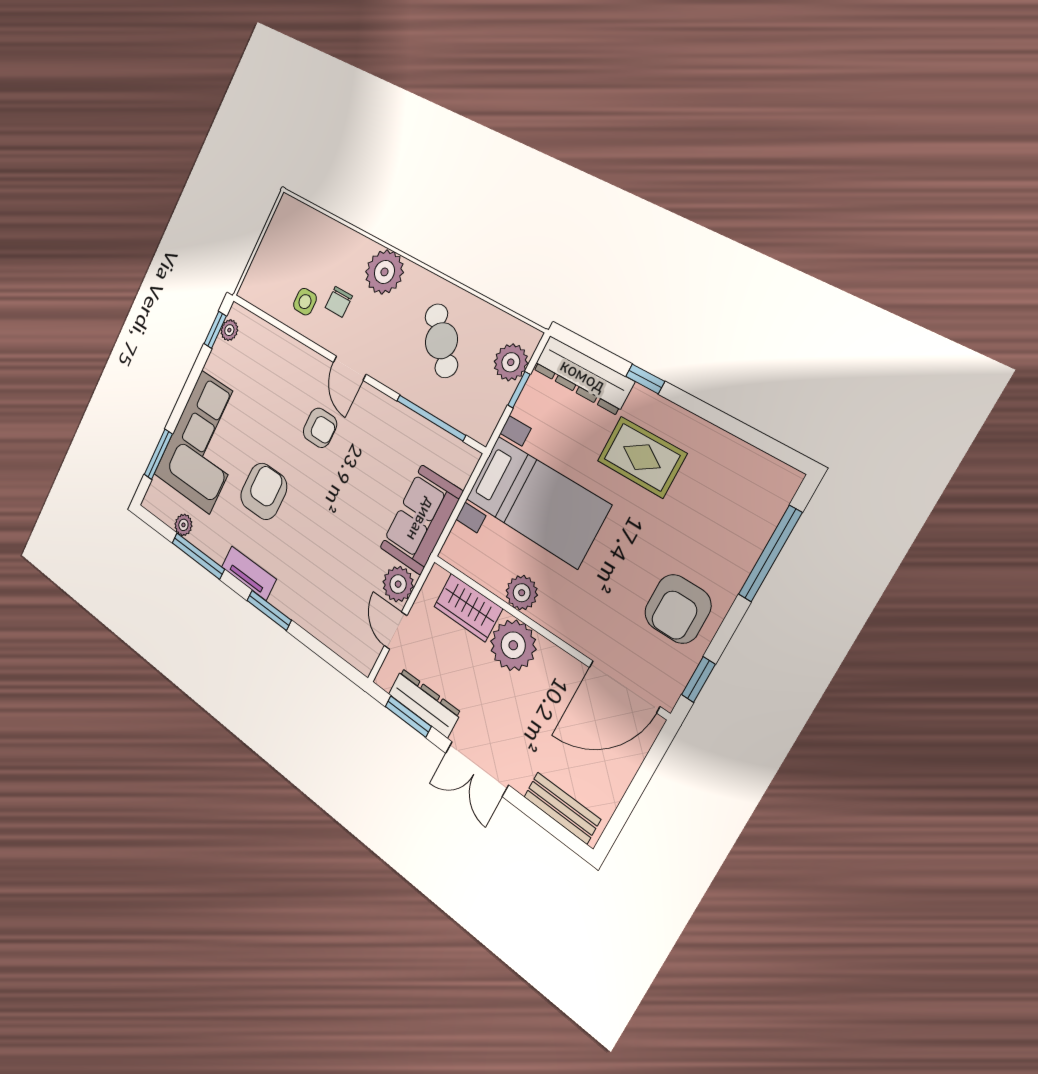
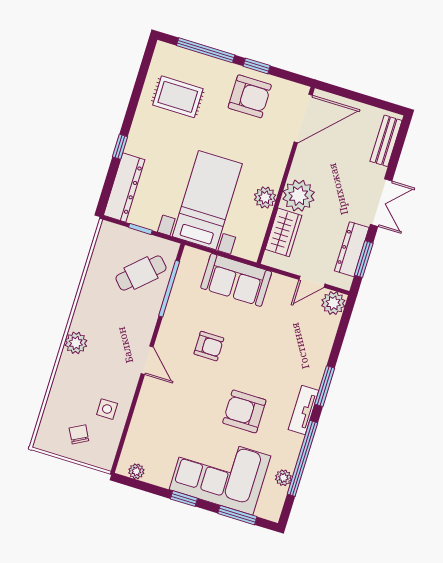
plant: (384, 272) -> (76, 343), width x0.73, depth x0.73
chair: (339, 302) -> (79, 434), moved, turned -118
window: (215, 330) -> (184, 499), moved
cafe table: (441, 341) -> (141, 273), moved
plant: (511, 362) -> (124, 239), removed
door: (350, 368) -> (147, 360), hinge flipped
armchair: (320, 428) -> (209, 346), moved, turned 90
rug: (642, 457) -> (178, 97), moved, turned 90
window: (198, 556) -> (302, 458), width x1.46
plant: (398, 584) -> (333, 303), moved
window: (698, 680) -> (257, 66), moved
door: (624, 687) -> (303, 118), hinge flipped

